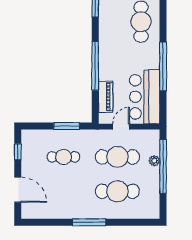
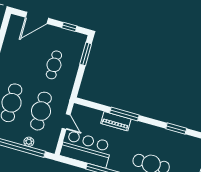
window: (95, 66) -> (124, 114), width x0.68
piano: (106, 97) -> (116, 121), moved
window: (67, 126) -> (86, 54), moved

